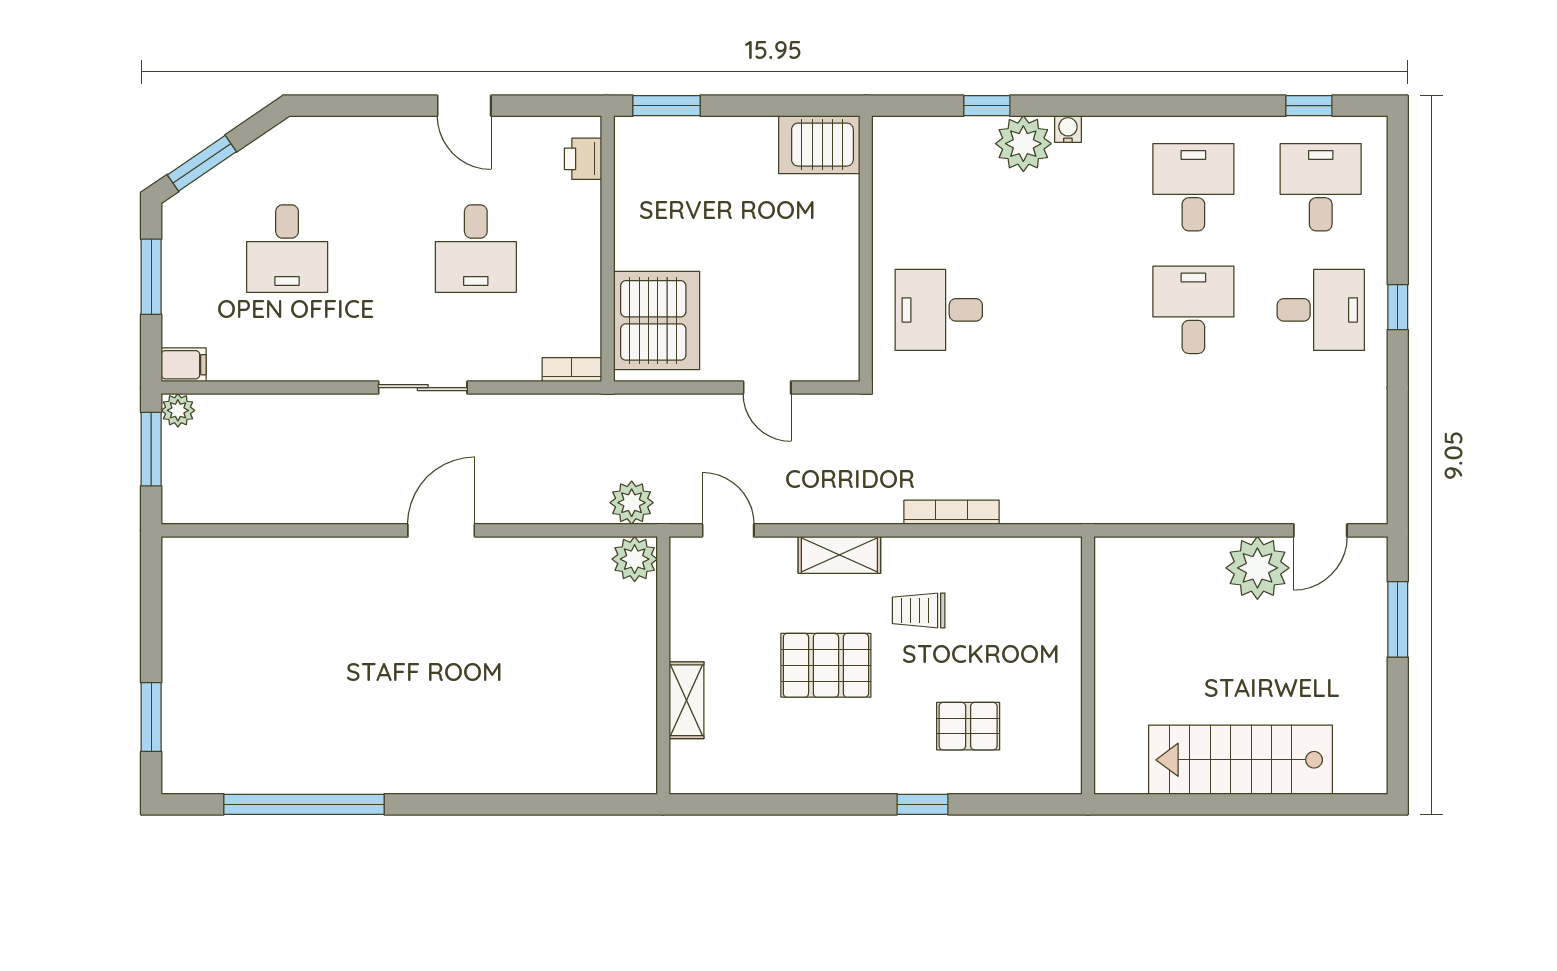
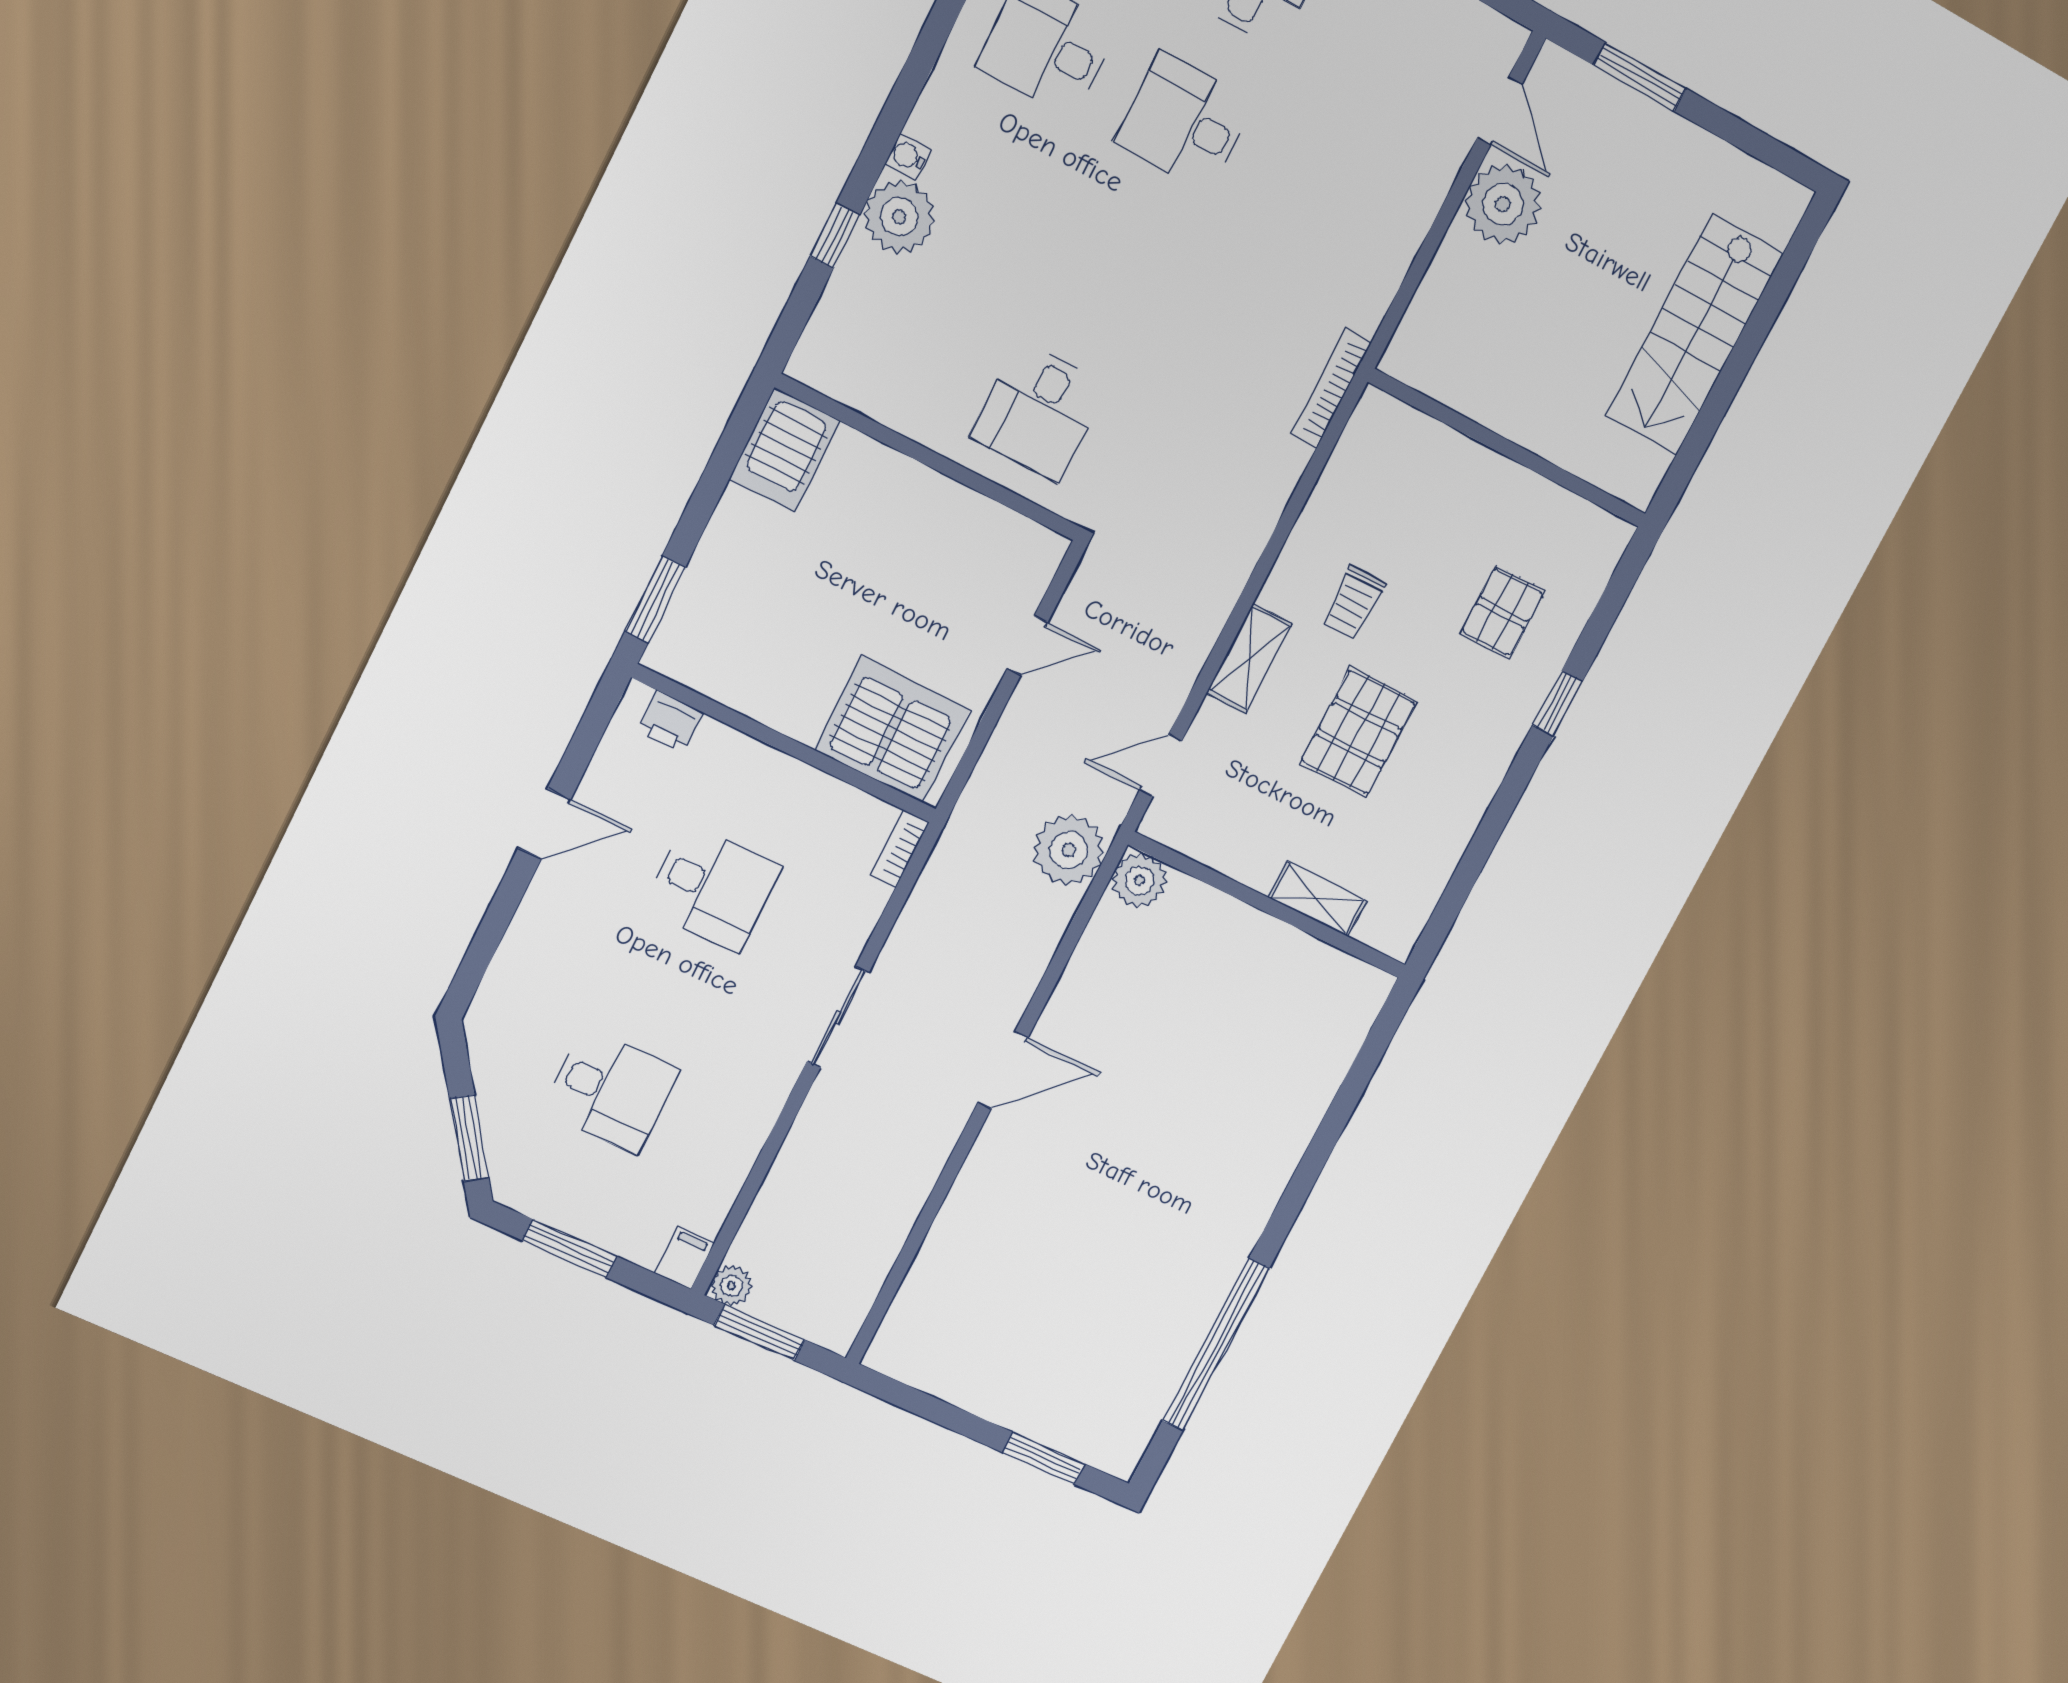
plant: (632, 503) -> (1069, 850), width x1.36, depth x1.36
bookcase: (952, 512) -> (1331, 388), moved
door: (441, 530) -> (1003, 1070), swing flipped

